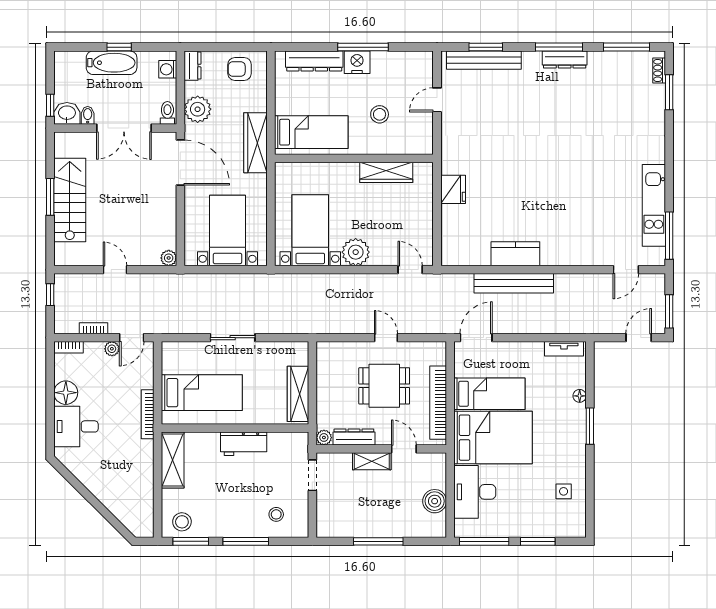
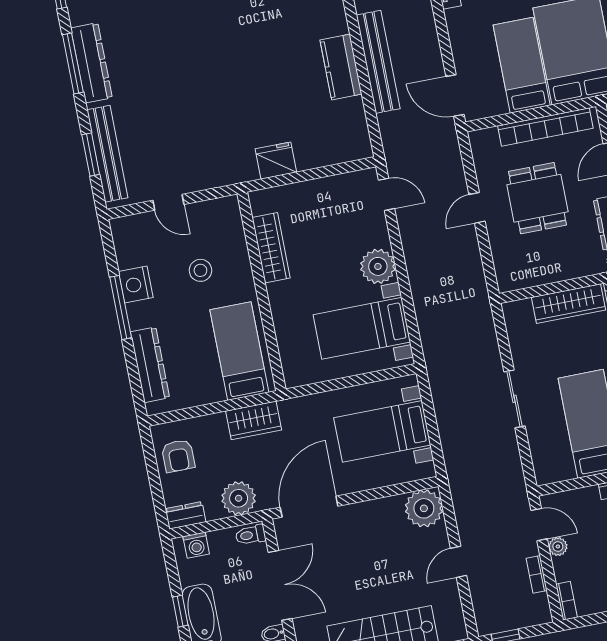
dresser: (565, 59) -> (92, 63), width x1.37, depth x1.24
nightstand: (357, 62) -> (136, 285), moved
wardrobe: (255, 143) -> (254, 420), width x0.67
plant: (169, 258) -> (424, 508), width x1.88, depth x1.88
door: (410, 270) -> (386, 194), swing flipped

